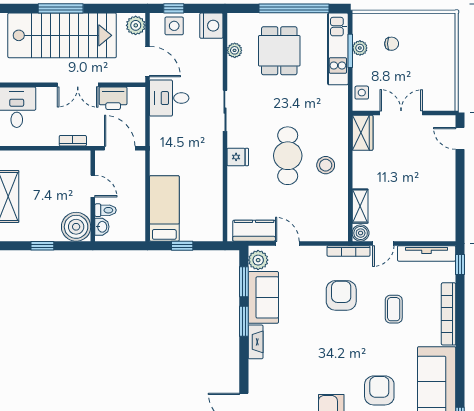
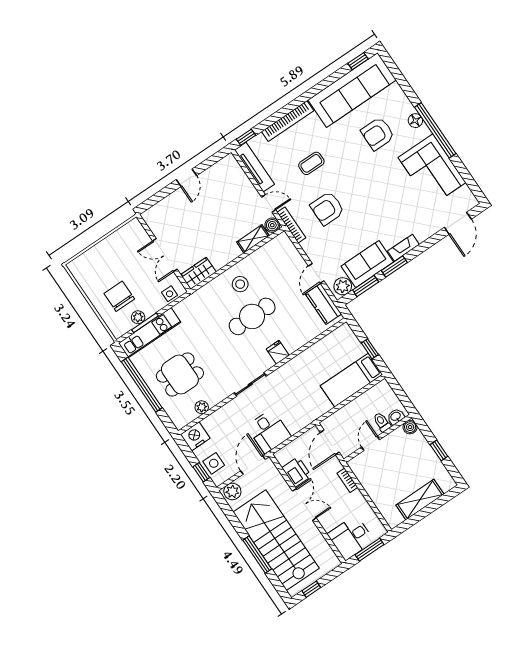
chair: (392, 44) -> (119, 296), width x1.87, depth x1.87
door: (460, 138) -> (186, 178), moved
boiler: (76, 227) -> (410, 427), width x0.54, depth x0.54

